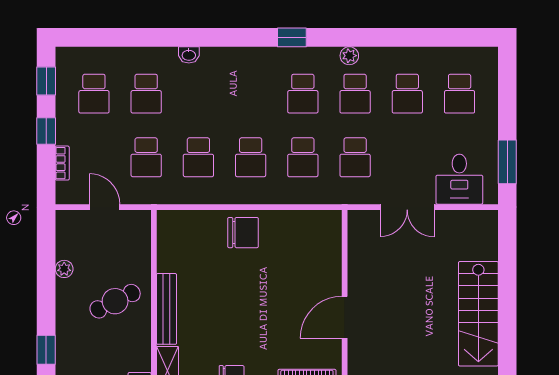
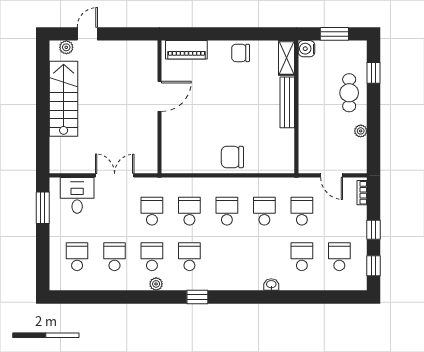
bookcase: (62, 163) -> (362, 193), moved
cafe table: (115, 301) -> (349, 93), moved, turned -64

